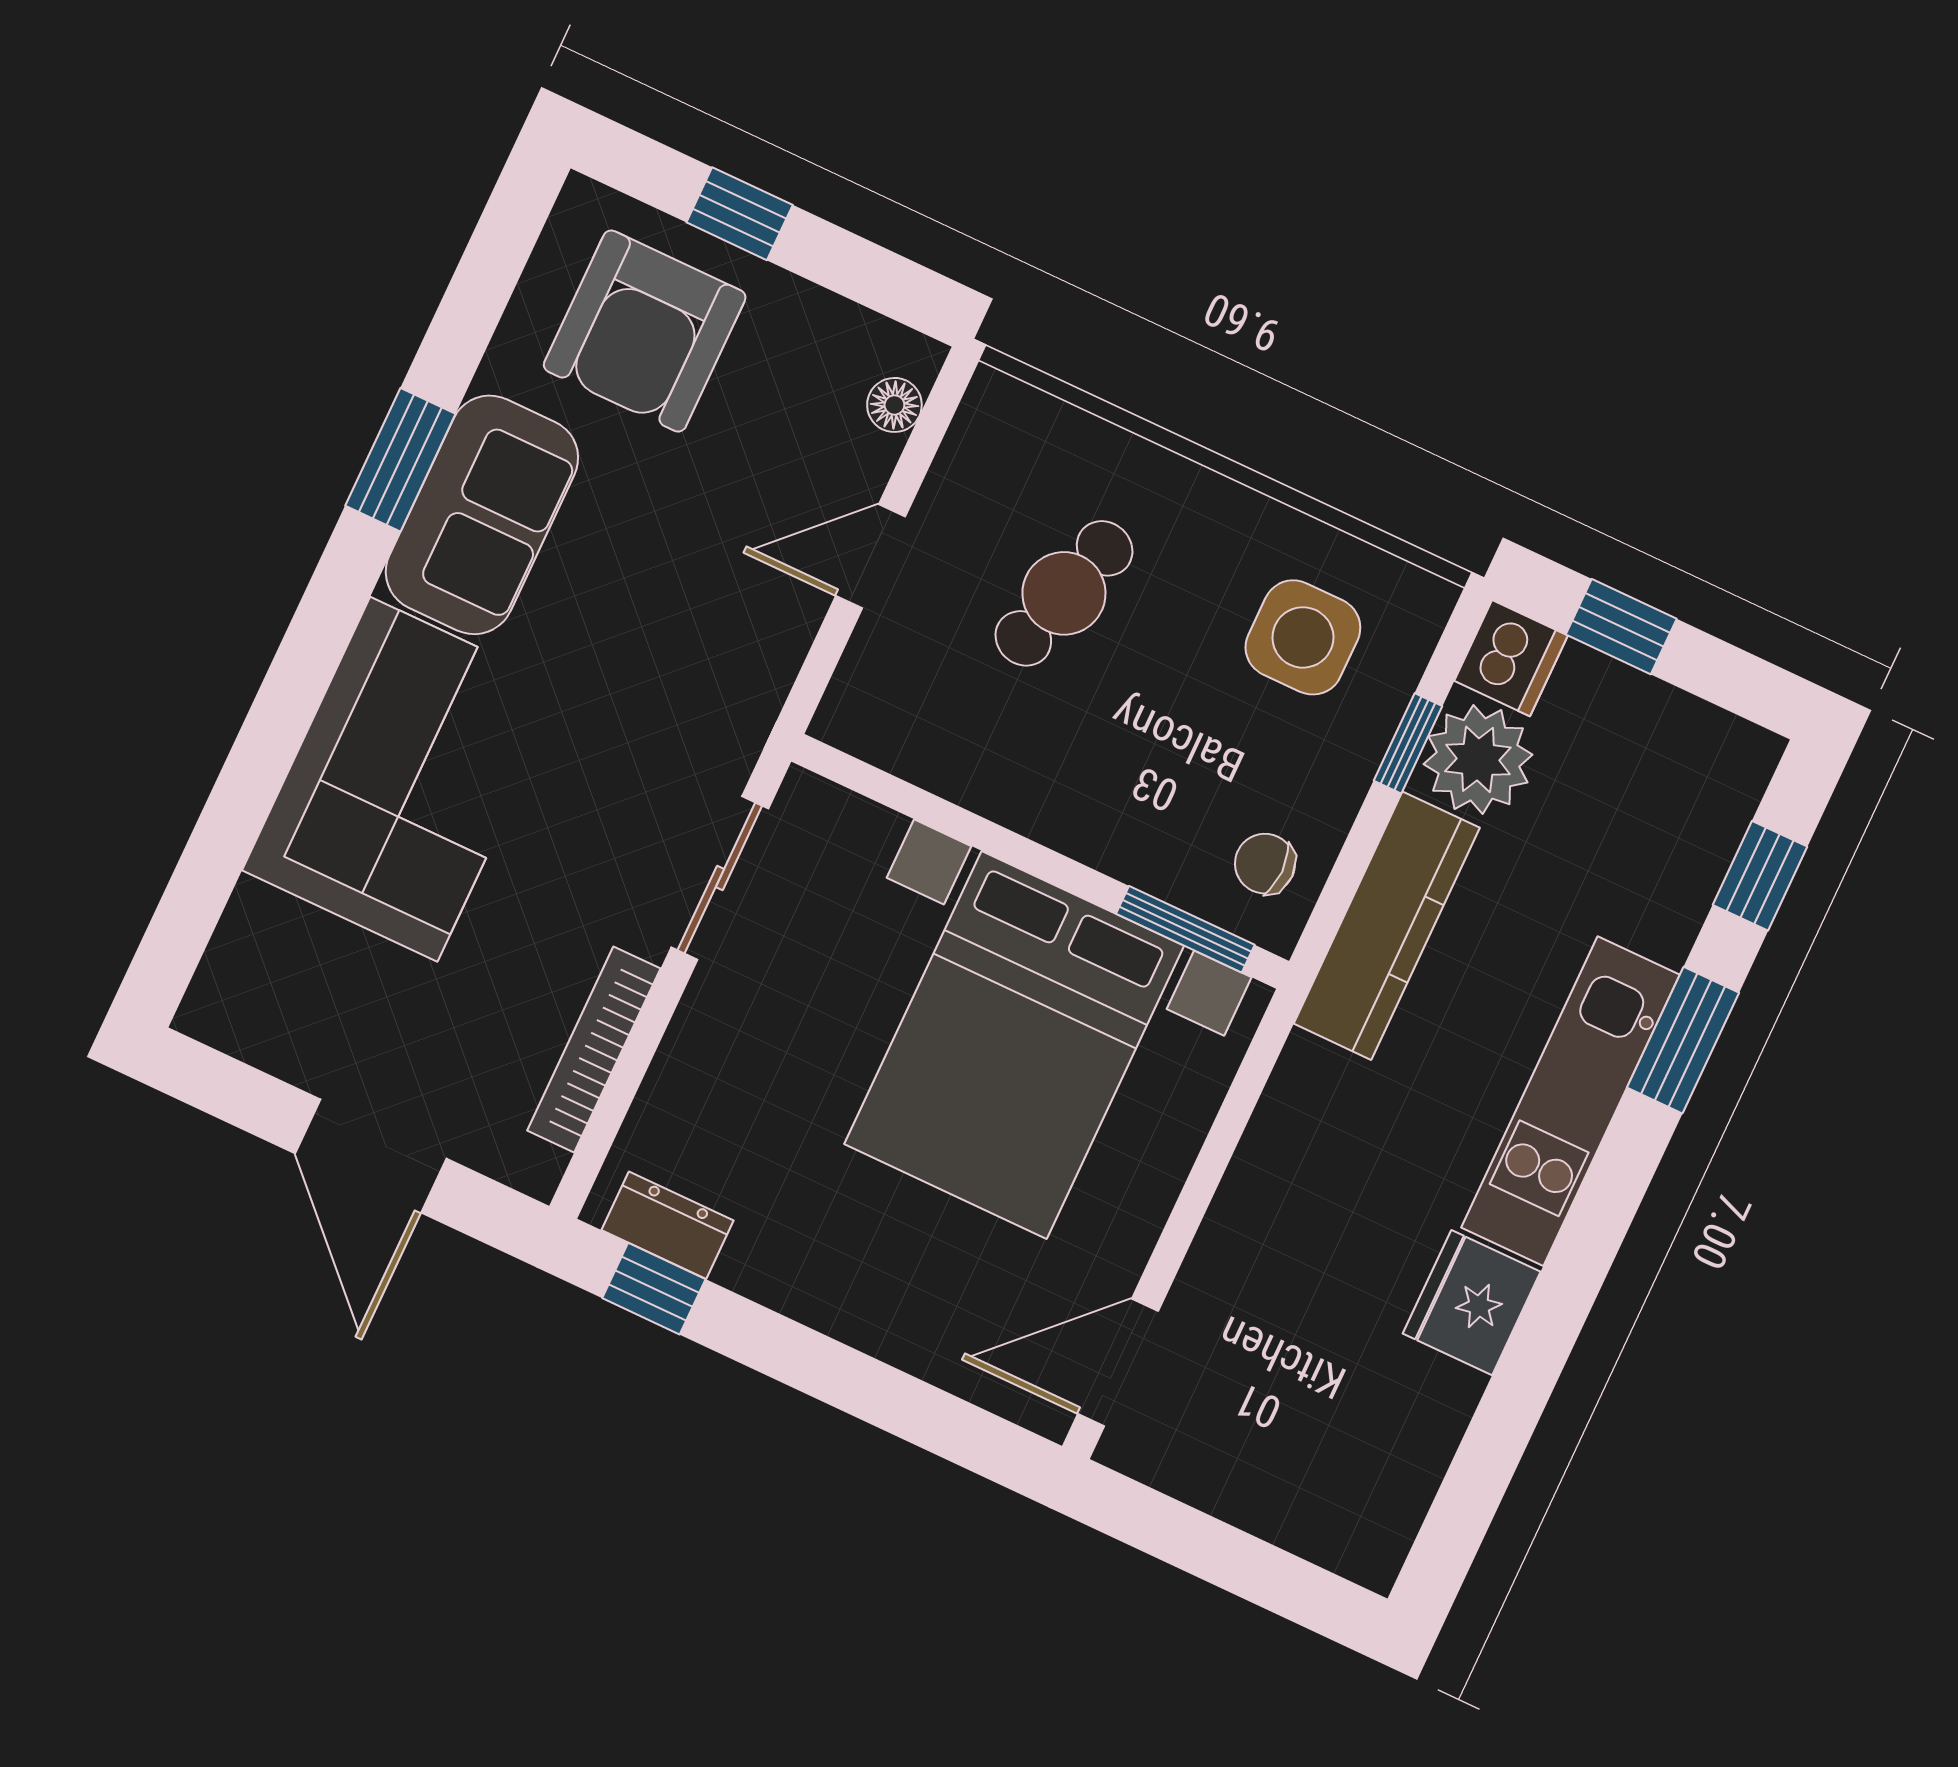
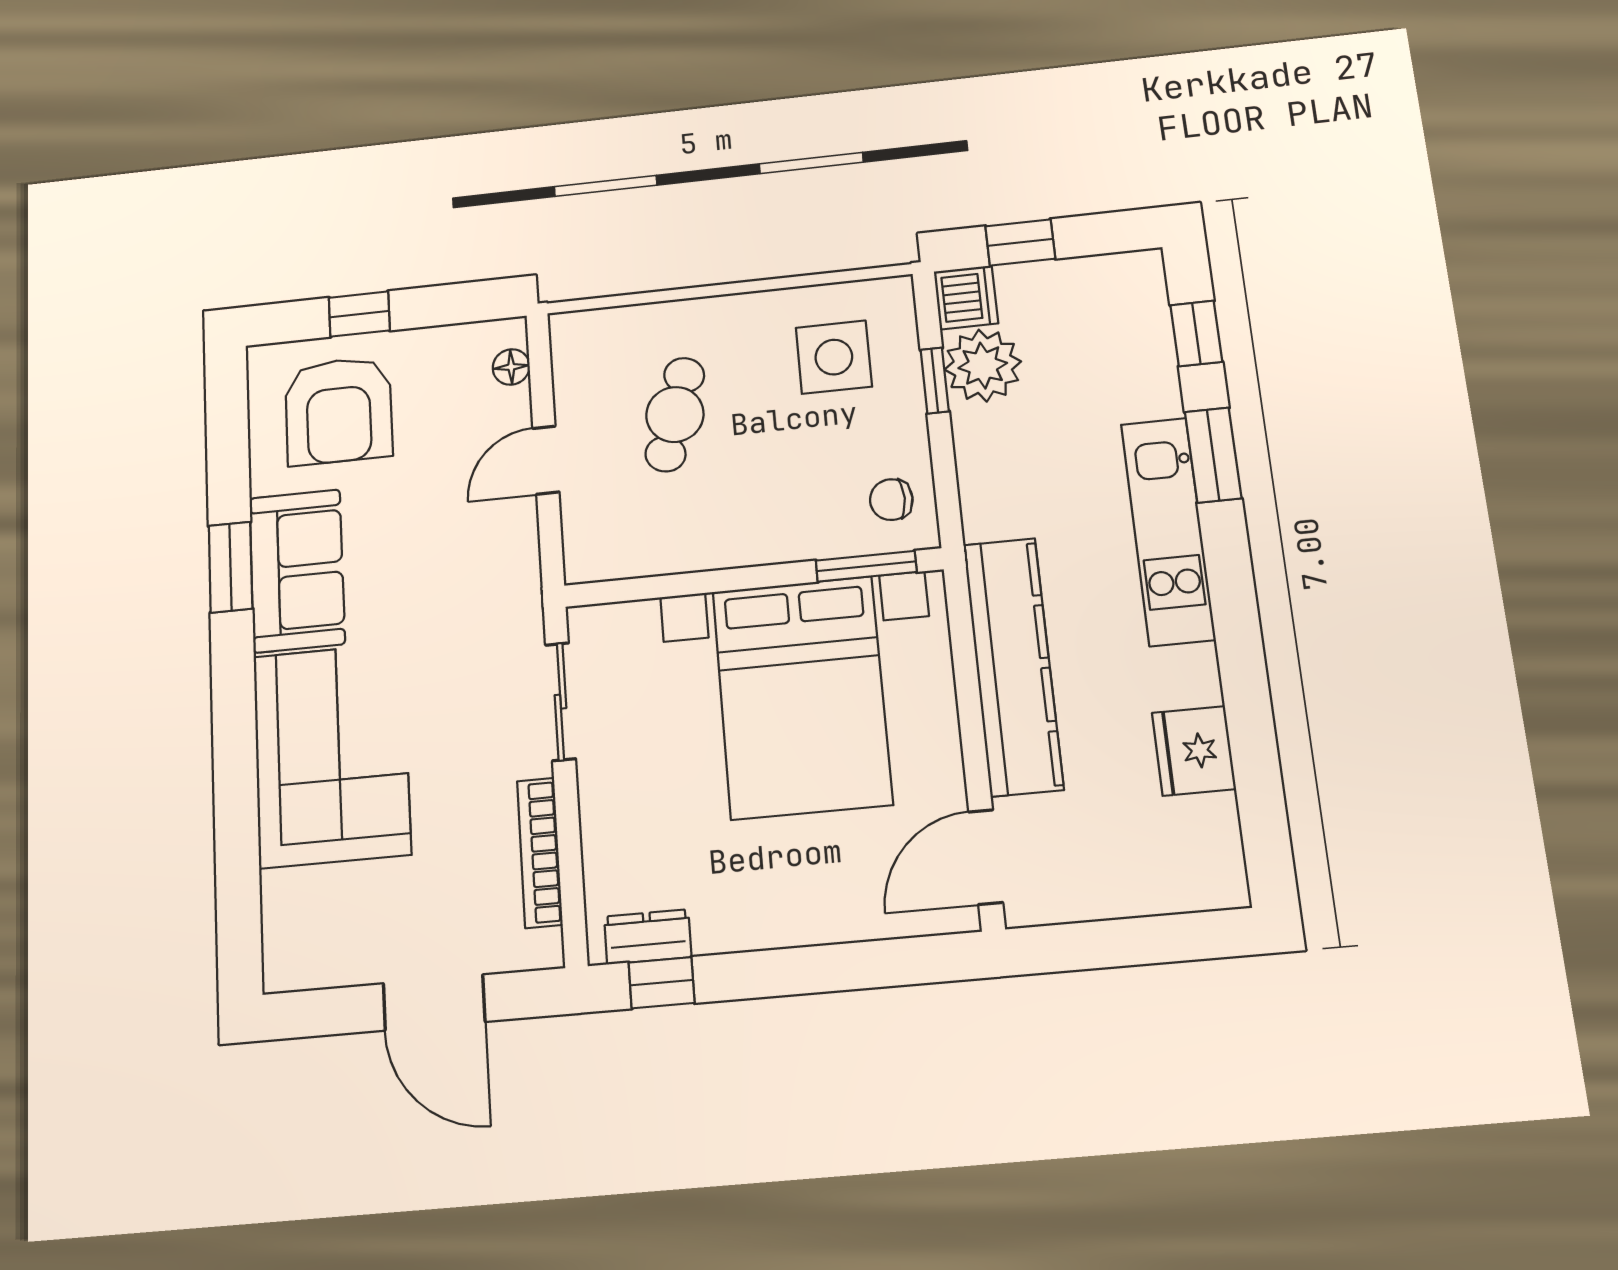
kitchen counter: (1387, 926) -> (1013, 666), moved, width x1.39, depth x1.17
fridge: (1472, 1303) -> (1194, 751), moved

